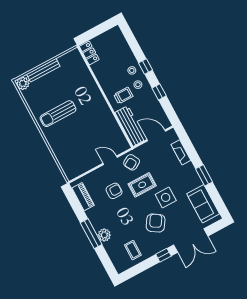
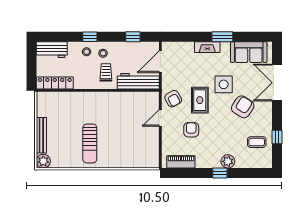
workbench: (118, 41) -> (52, 50), added
locker: (89, 53) -> (55, 83), width x1.53
window: (159, 92) -> (133, 37), moved
fireplace: (181, 152) -> (207, 47), moved
armchair: (156, 223) -> (243, 107), turned 90
window: (91, 234) -> (220, 173), width x0.46
double door: (191, 240) -> (277, 83), swing flipped
window: (163, 255) -> (277, 137), moved

